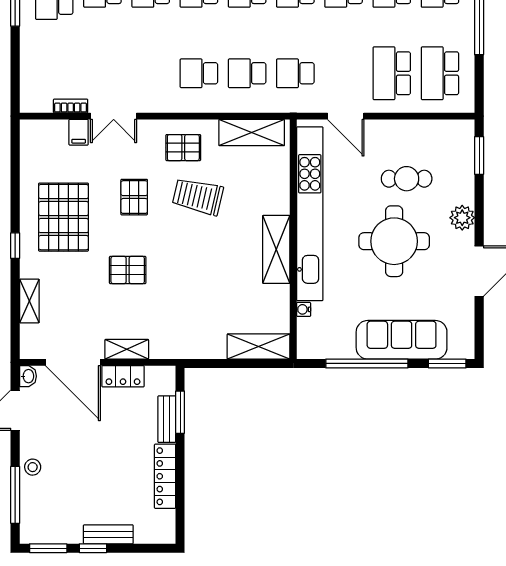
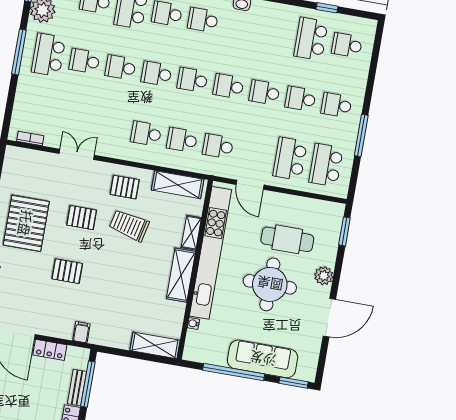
bookcase: (71, 106) -> (30, 139), moved
double door: (114, 116) -> (77, 154), swing flipped
filing cabinet: (79, 132) -> (81, 332), moved, turned 180
cafe table: (407, 179) -> (287, 239), width x1.37, depth x1.35
pallet: (134, 197) -> (82, 218), turned 90
shelving: (127, 349) -> (191, 233), moved, turned 90
window: (180, 412) -> (88, 384), width x1.44

